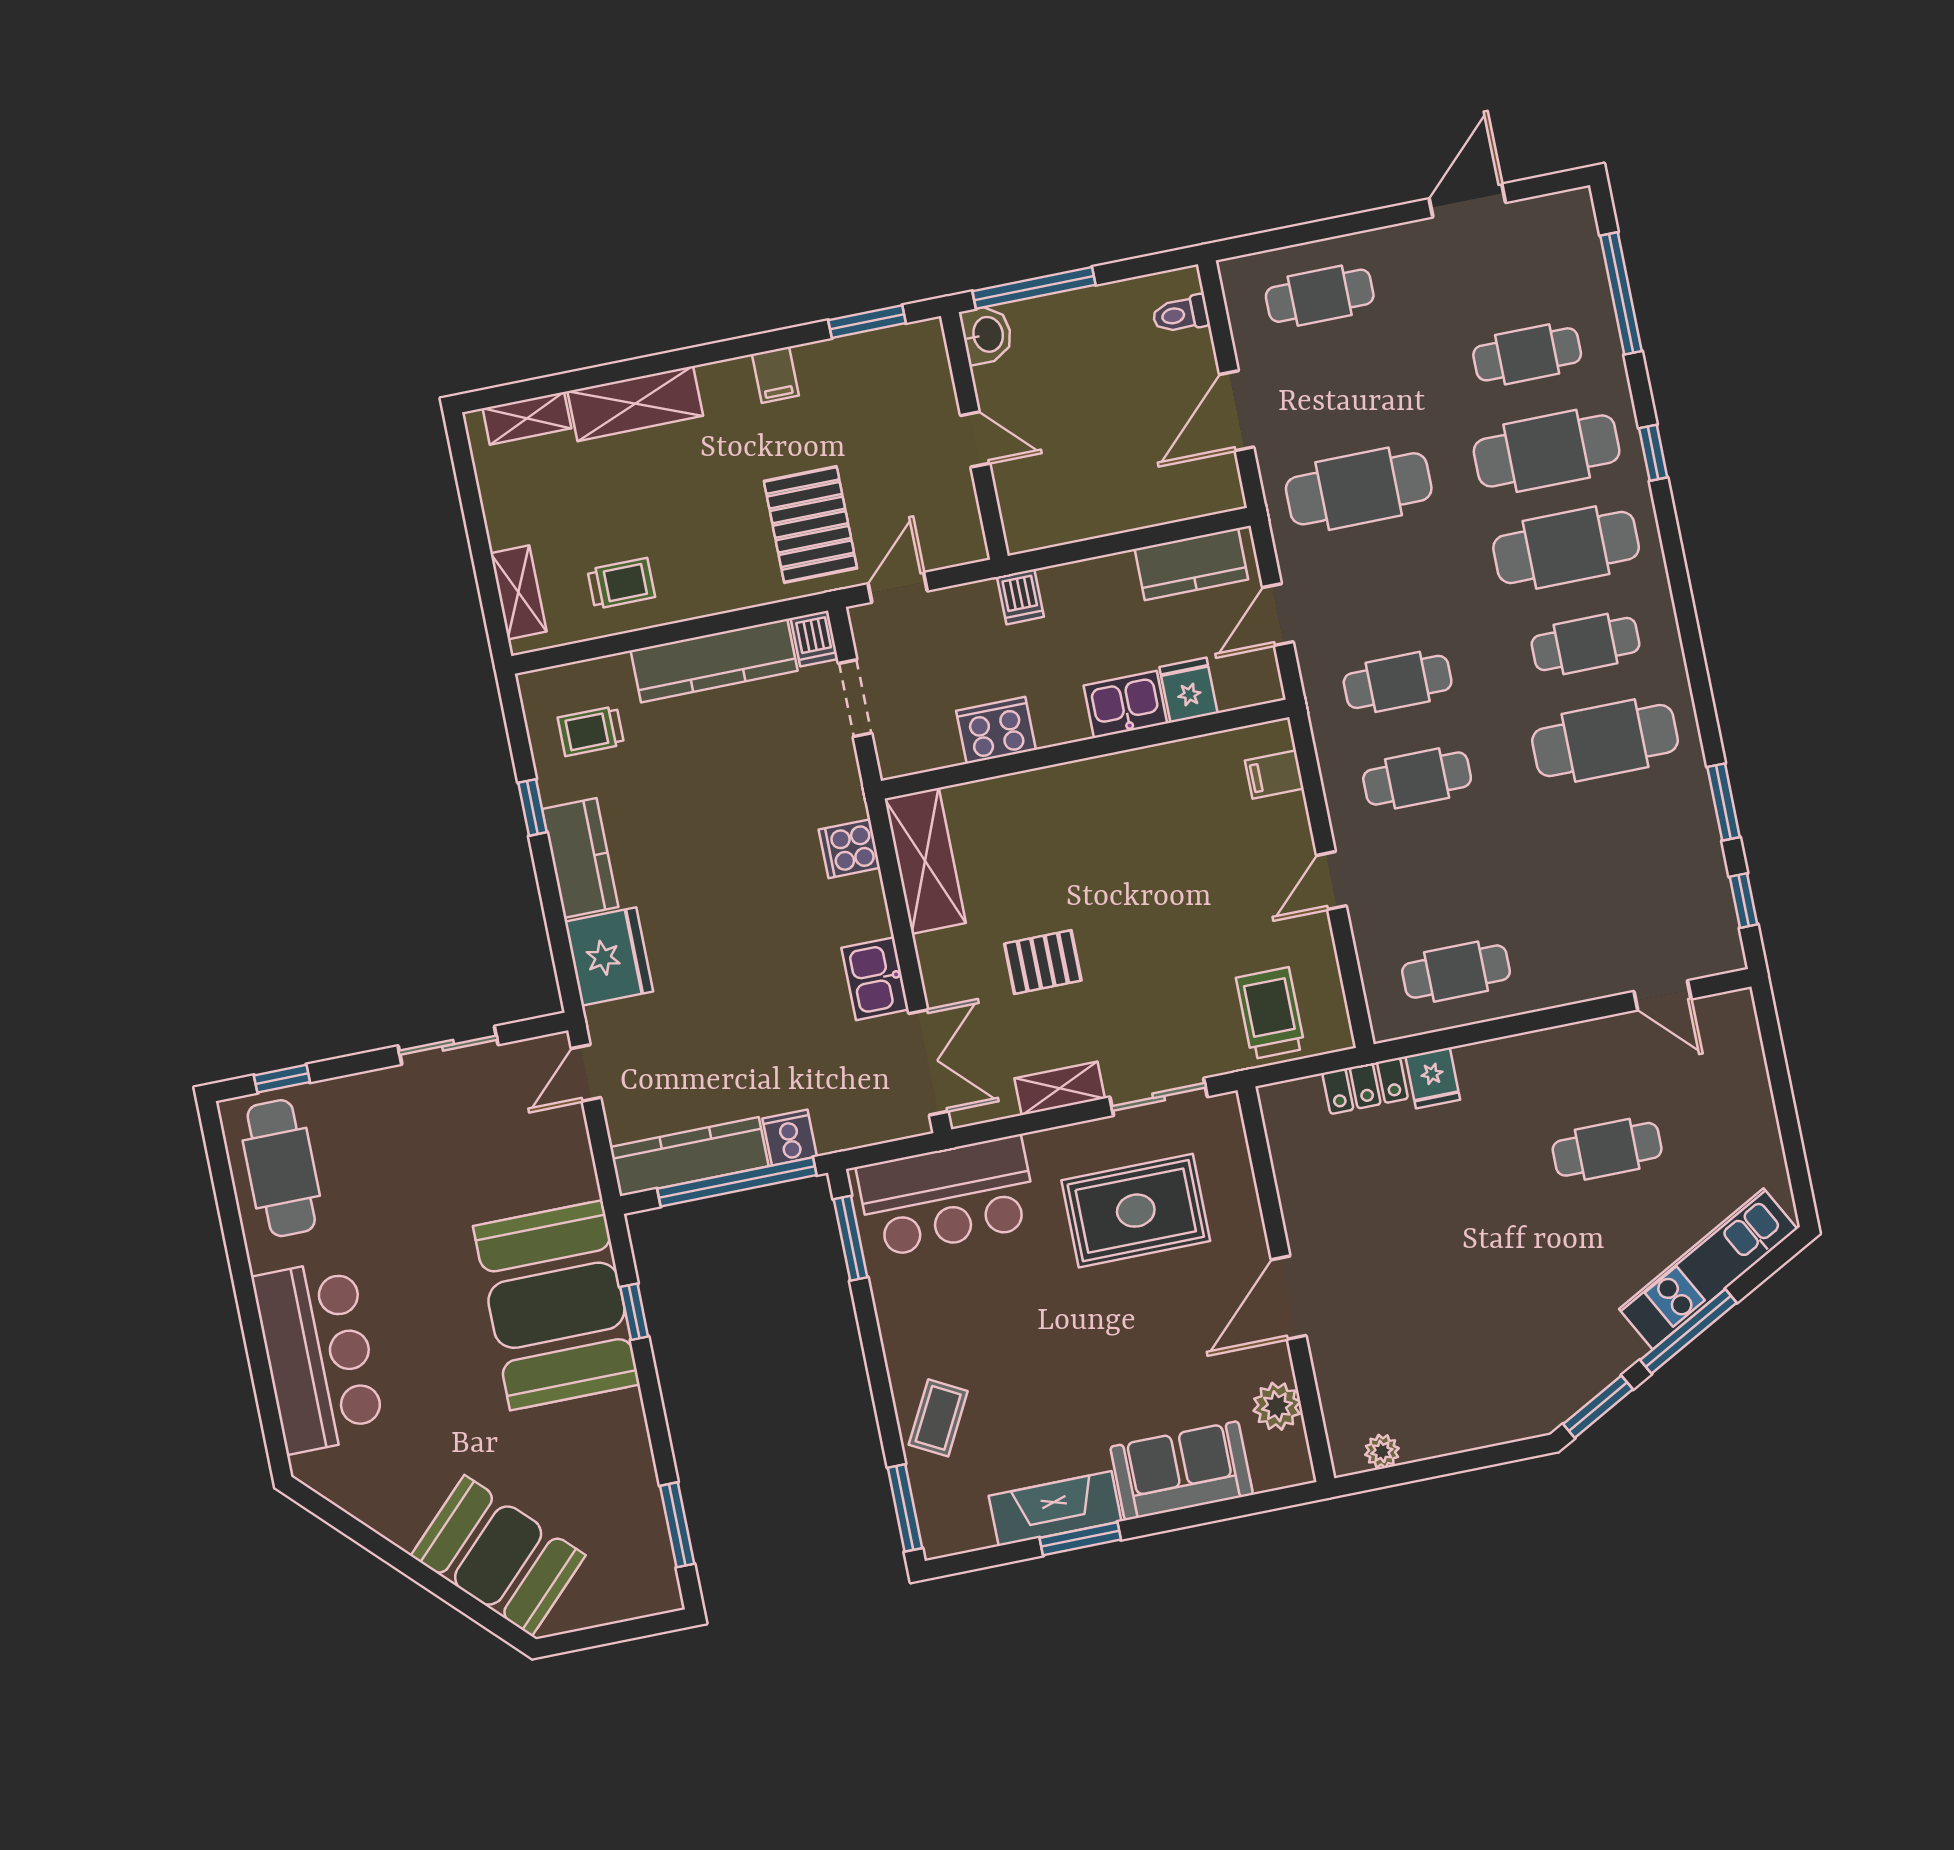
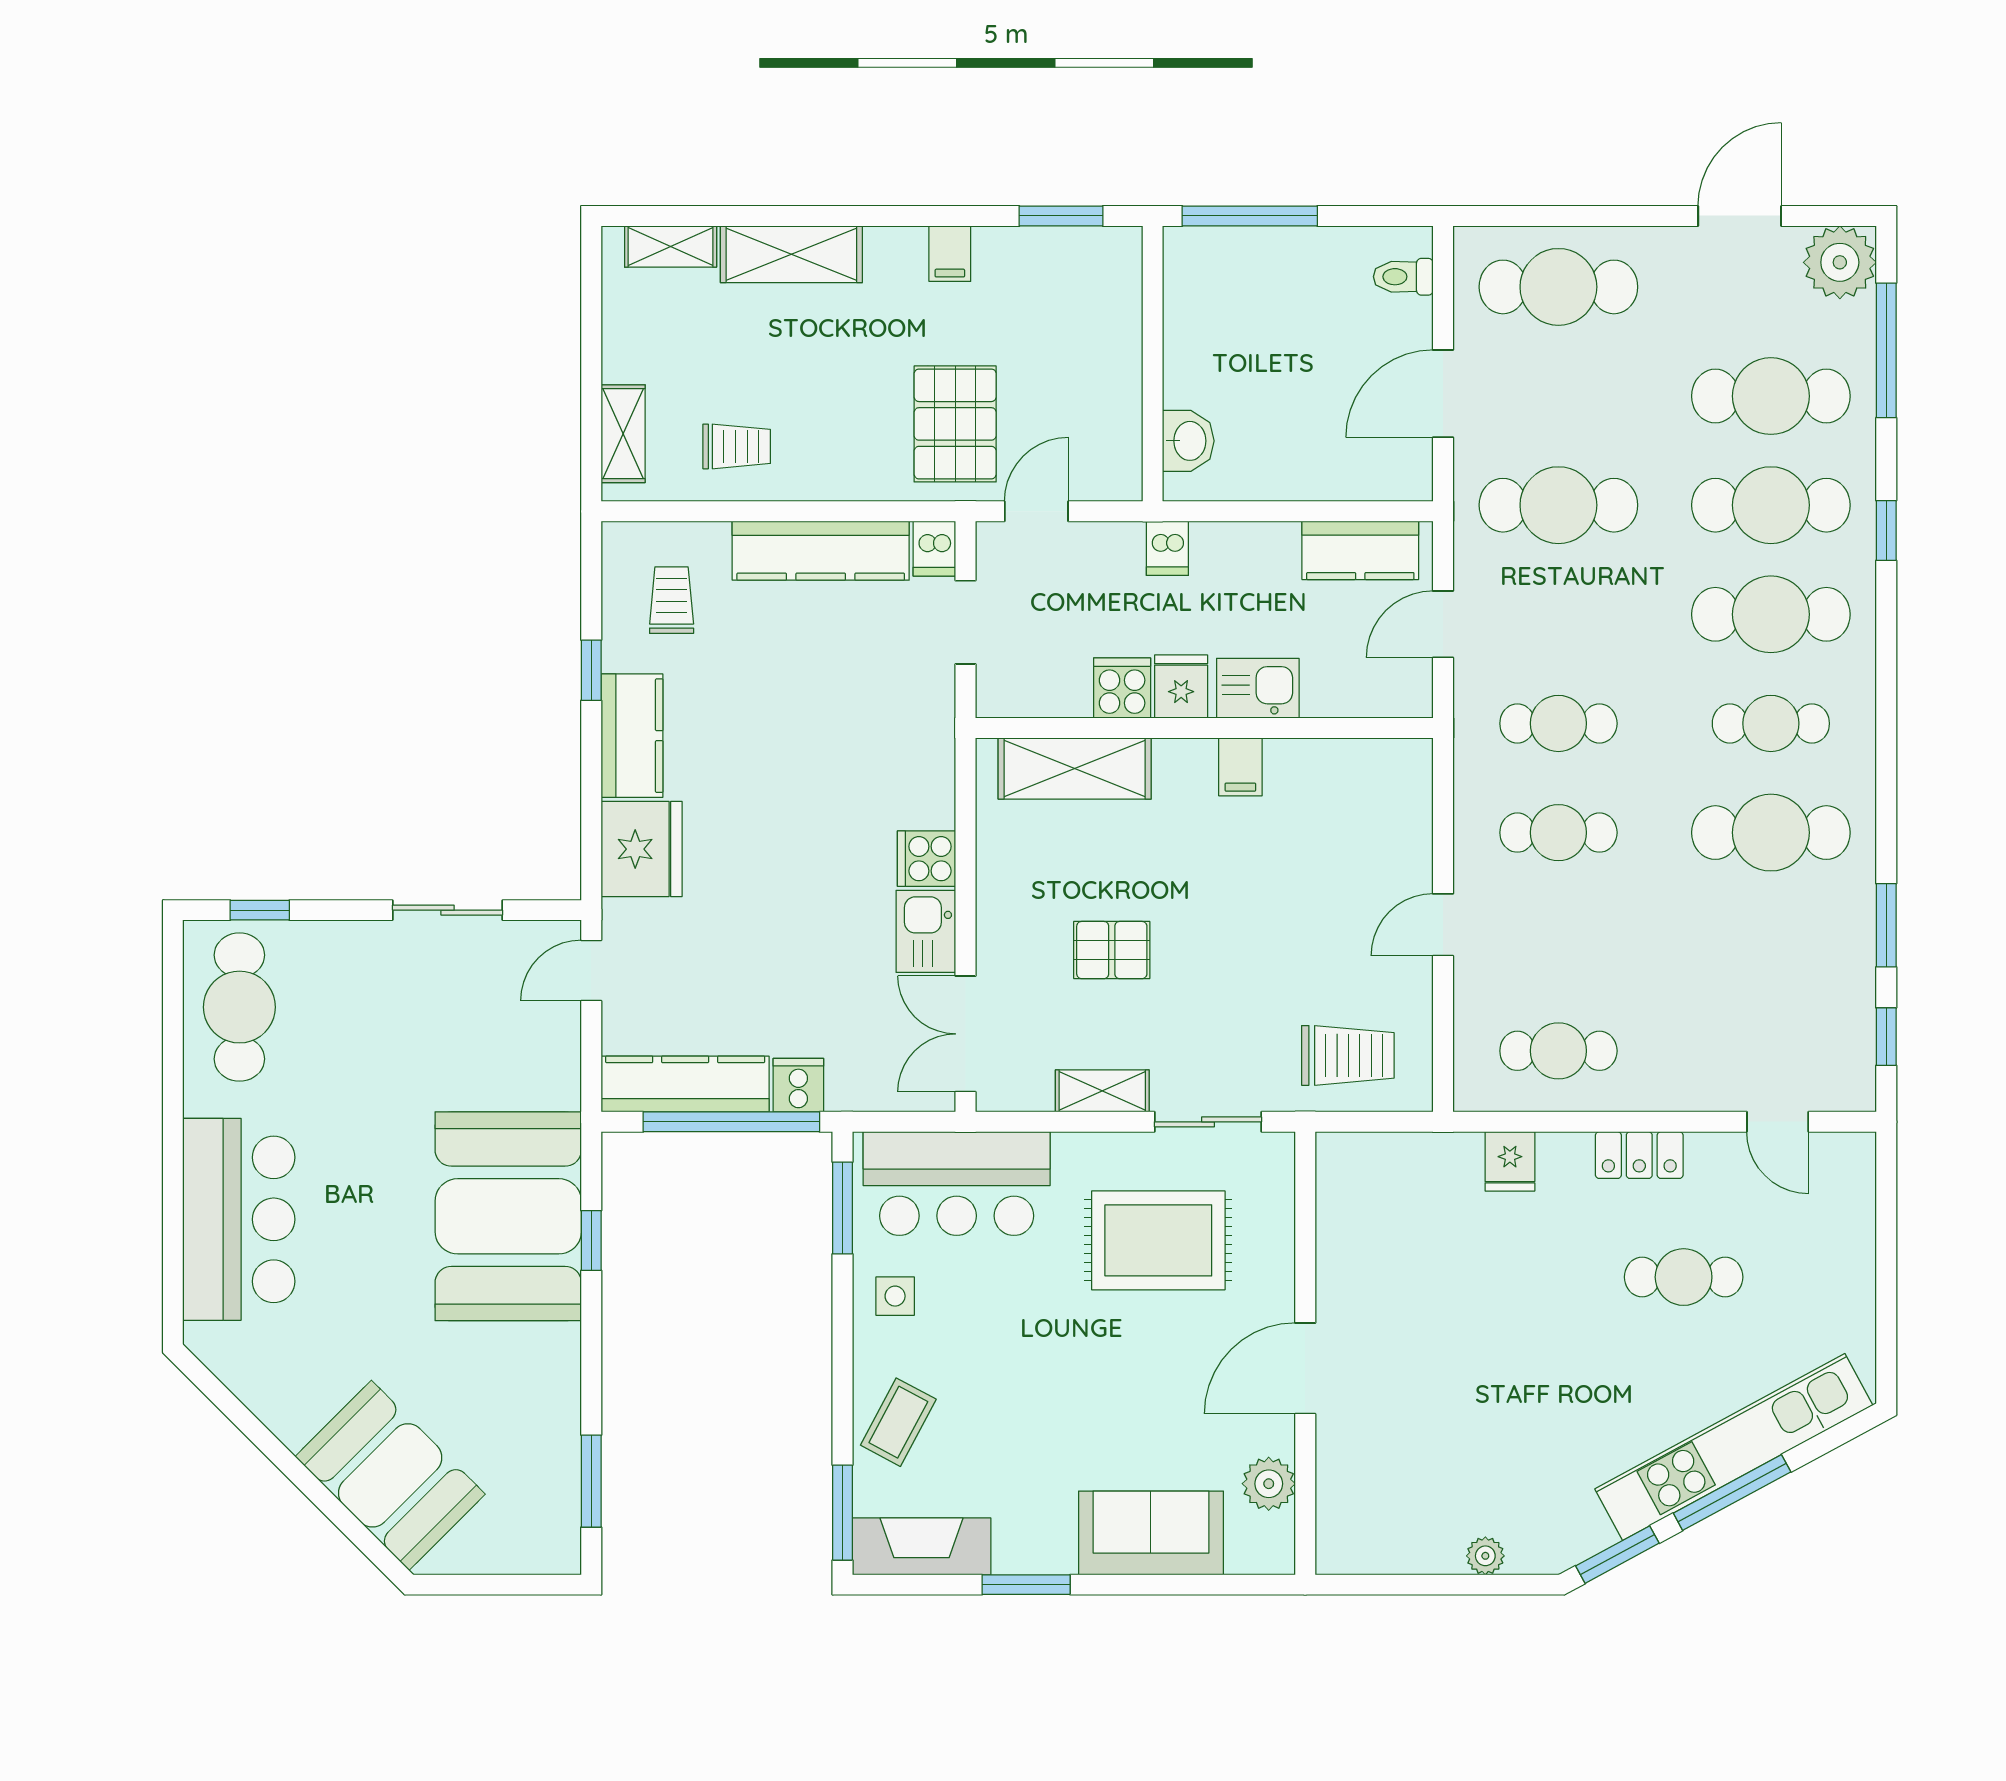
plant: (1564, 224) -> (1840, 262), added
cafe table: (1320, 296) -> (1558, 287), width x1.37, depth x1.35
washbasin: (987, 335) -> (1188, 441), moved
cafe table: (1527, 354) -> (1771, 396), width x1.37, depth x1.35
door: (975, 439) -> (1153, 367), removed
fridge: (1189, 690) -> (1181, 686), moved
cooker: (996, 730) -> (1122, 688), width x0.73
trolley: (591, 731) -> (672, 600), turned 90
filing cabinet: (1274, 775) -> (1240, 767), moved, turned -90
cooker: (849, 849) -> (926, 859), moved
shelving: (925, 861) -> (1075, 768), moved, turned 90
trolley: (1270, 1013) -> (1348, 1055), turned 90
double door: (928, 1062) -> (966, 1034), swing flipped
locker: (1365, 1086) -> (1639, 1155), moved
kitchen unit: (1708, 1269) -> (1734, 1447), width x1.36
side table: (913, 1307) -> (895, 1296), added
plant: (1382, 1451) -> (1485, 1556), moved
fireplace: (1055, 1509) -> (922, 1546), moved

